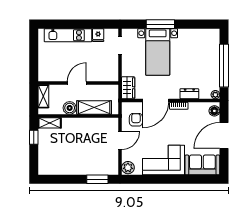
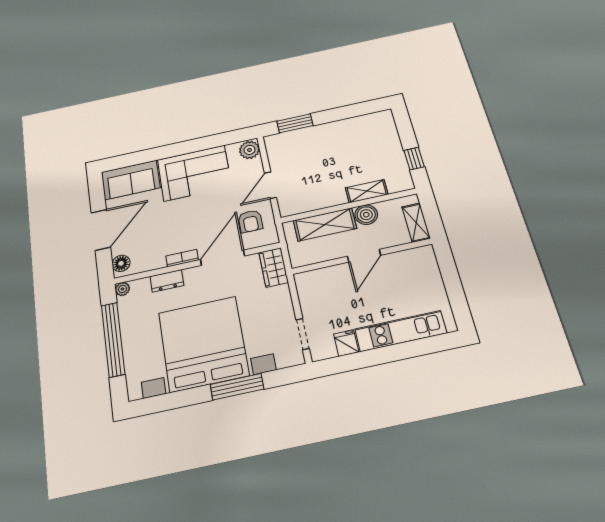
bed with nightstands: (158, 52) -> (203, 344), width x1.85
shelving: (50, 123) -> (367, 191), moved

